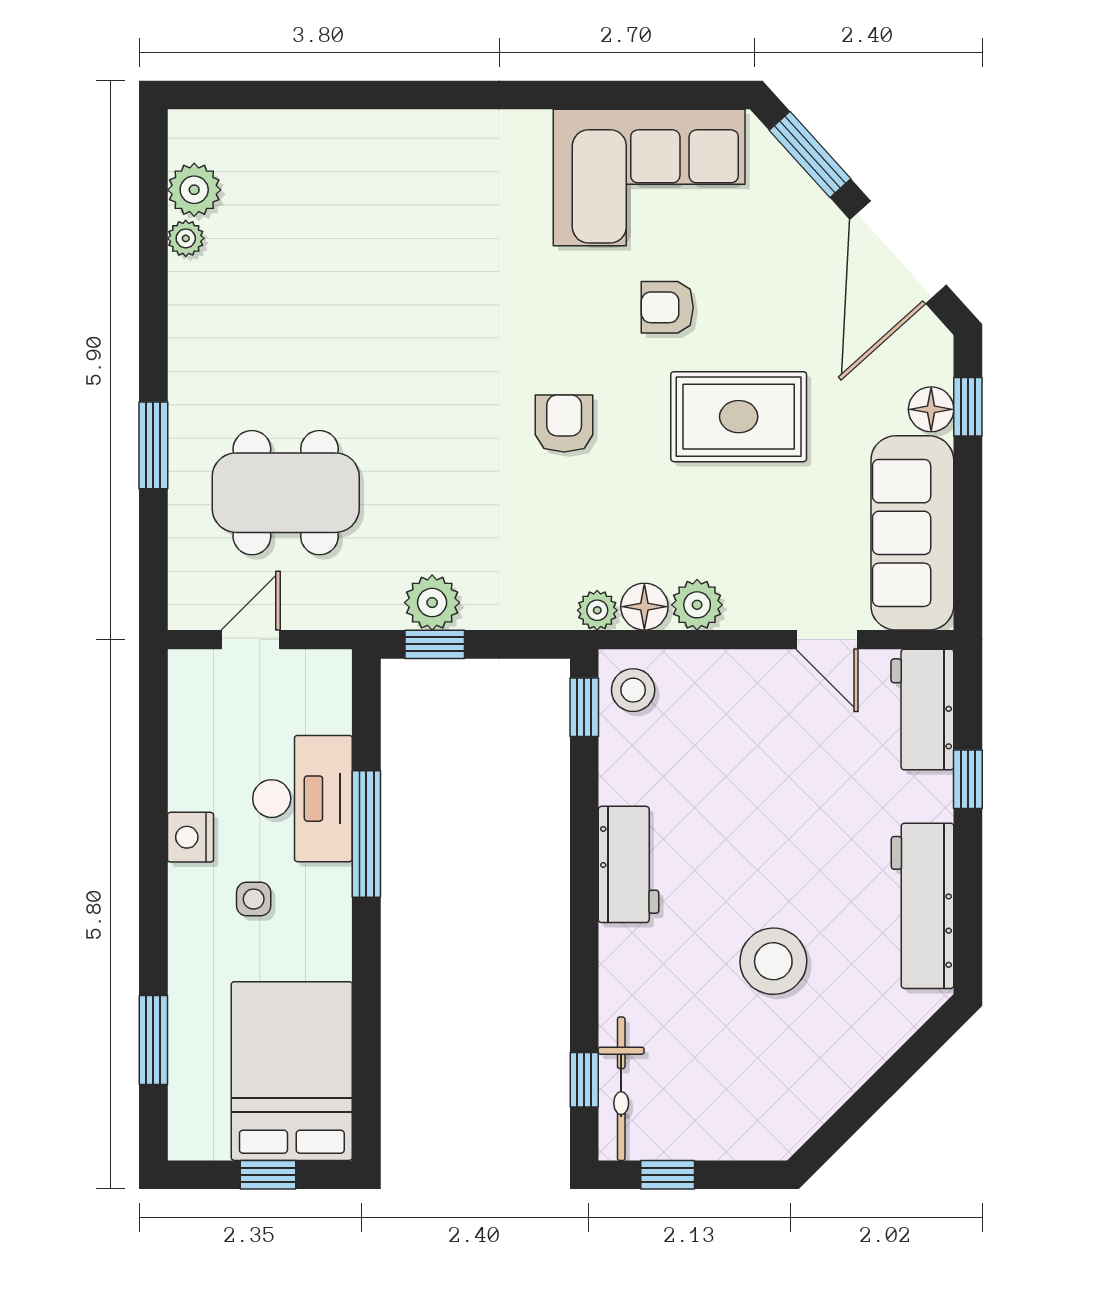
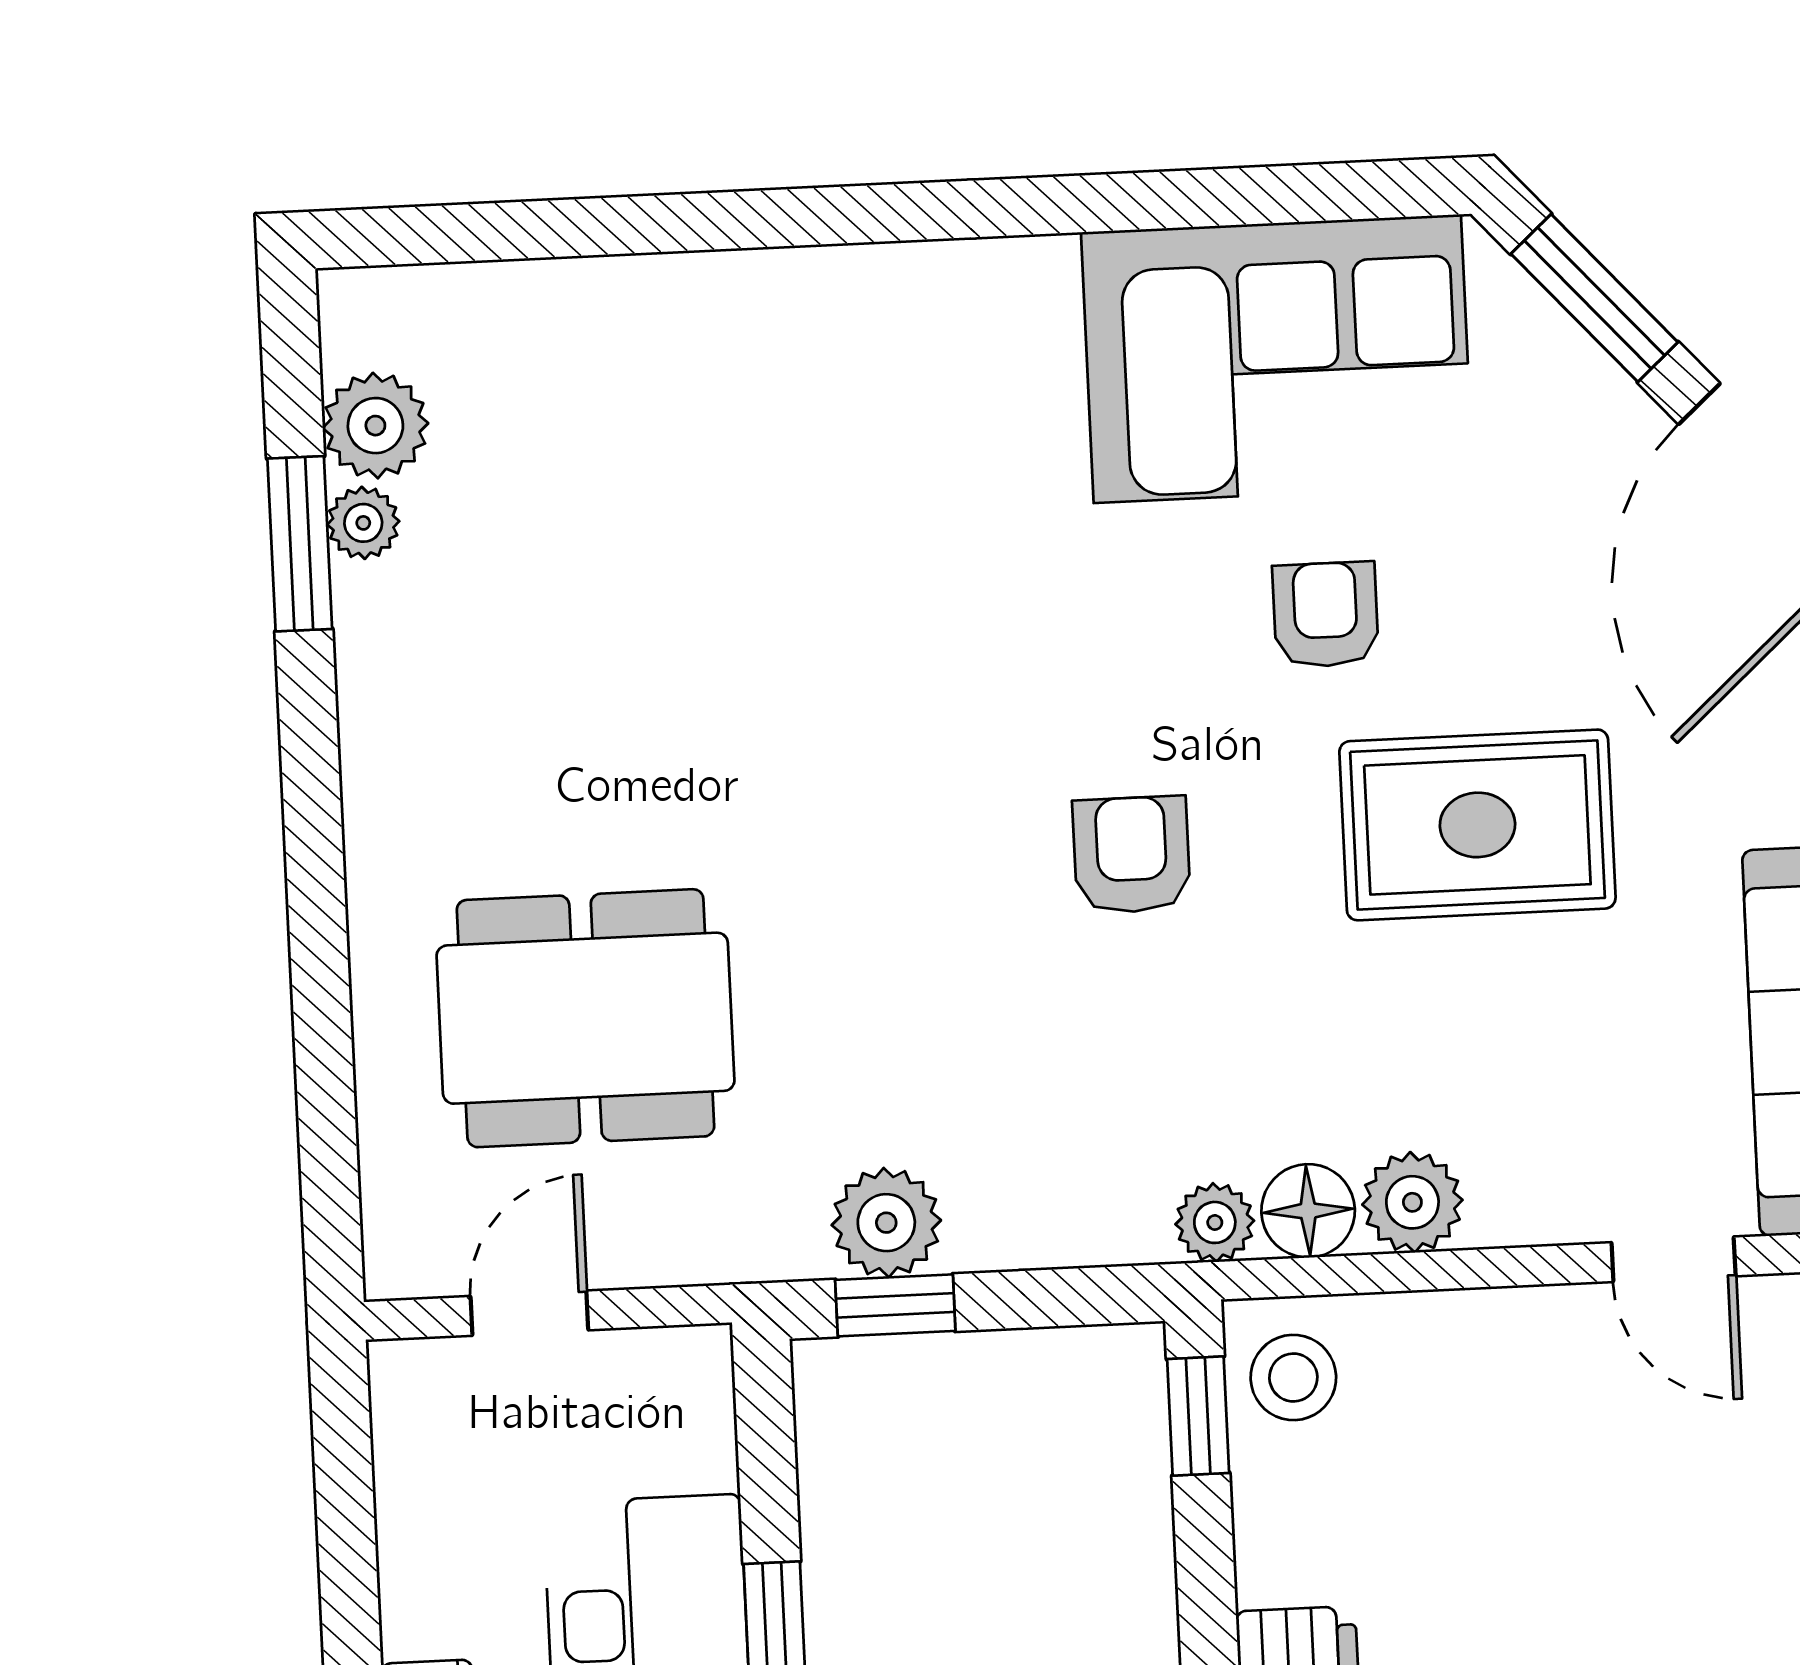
armchair: (667, 307) -> (1326, 615), turned 90
window: (153, 445) -> (300, 544), moved

